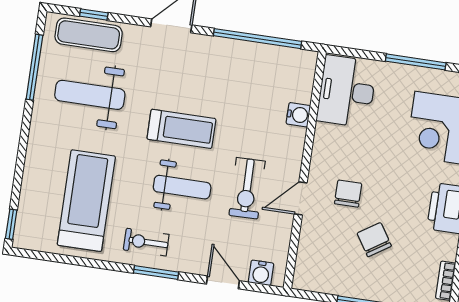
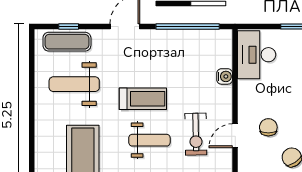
window: (34, 67) -> (32, 70), removed

